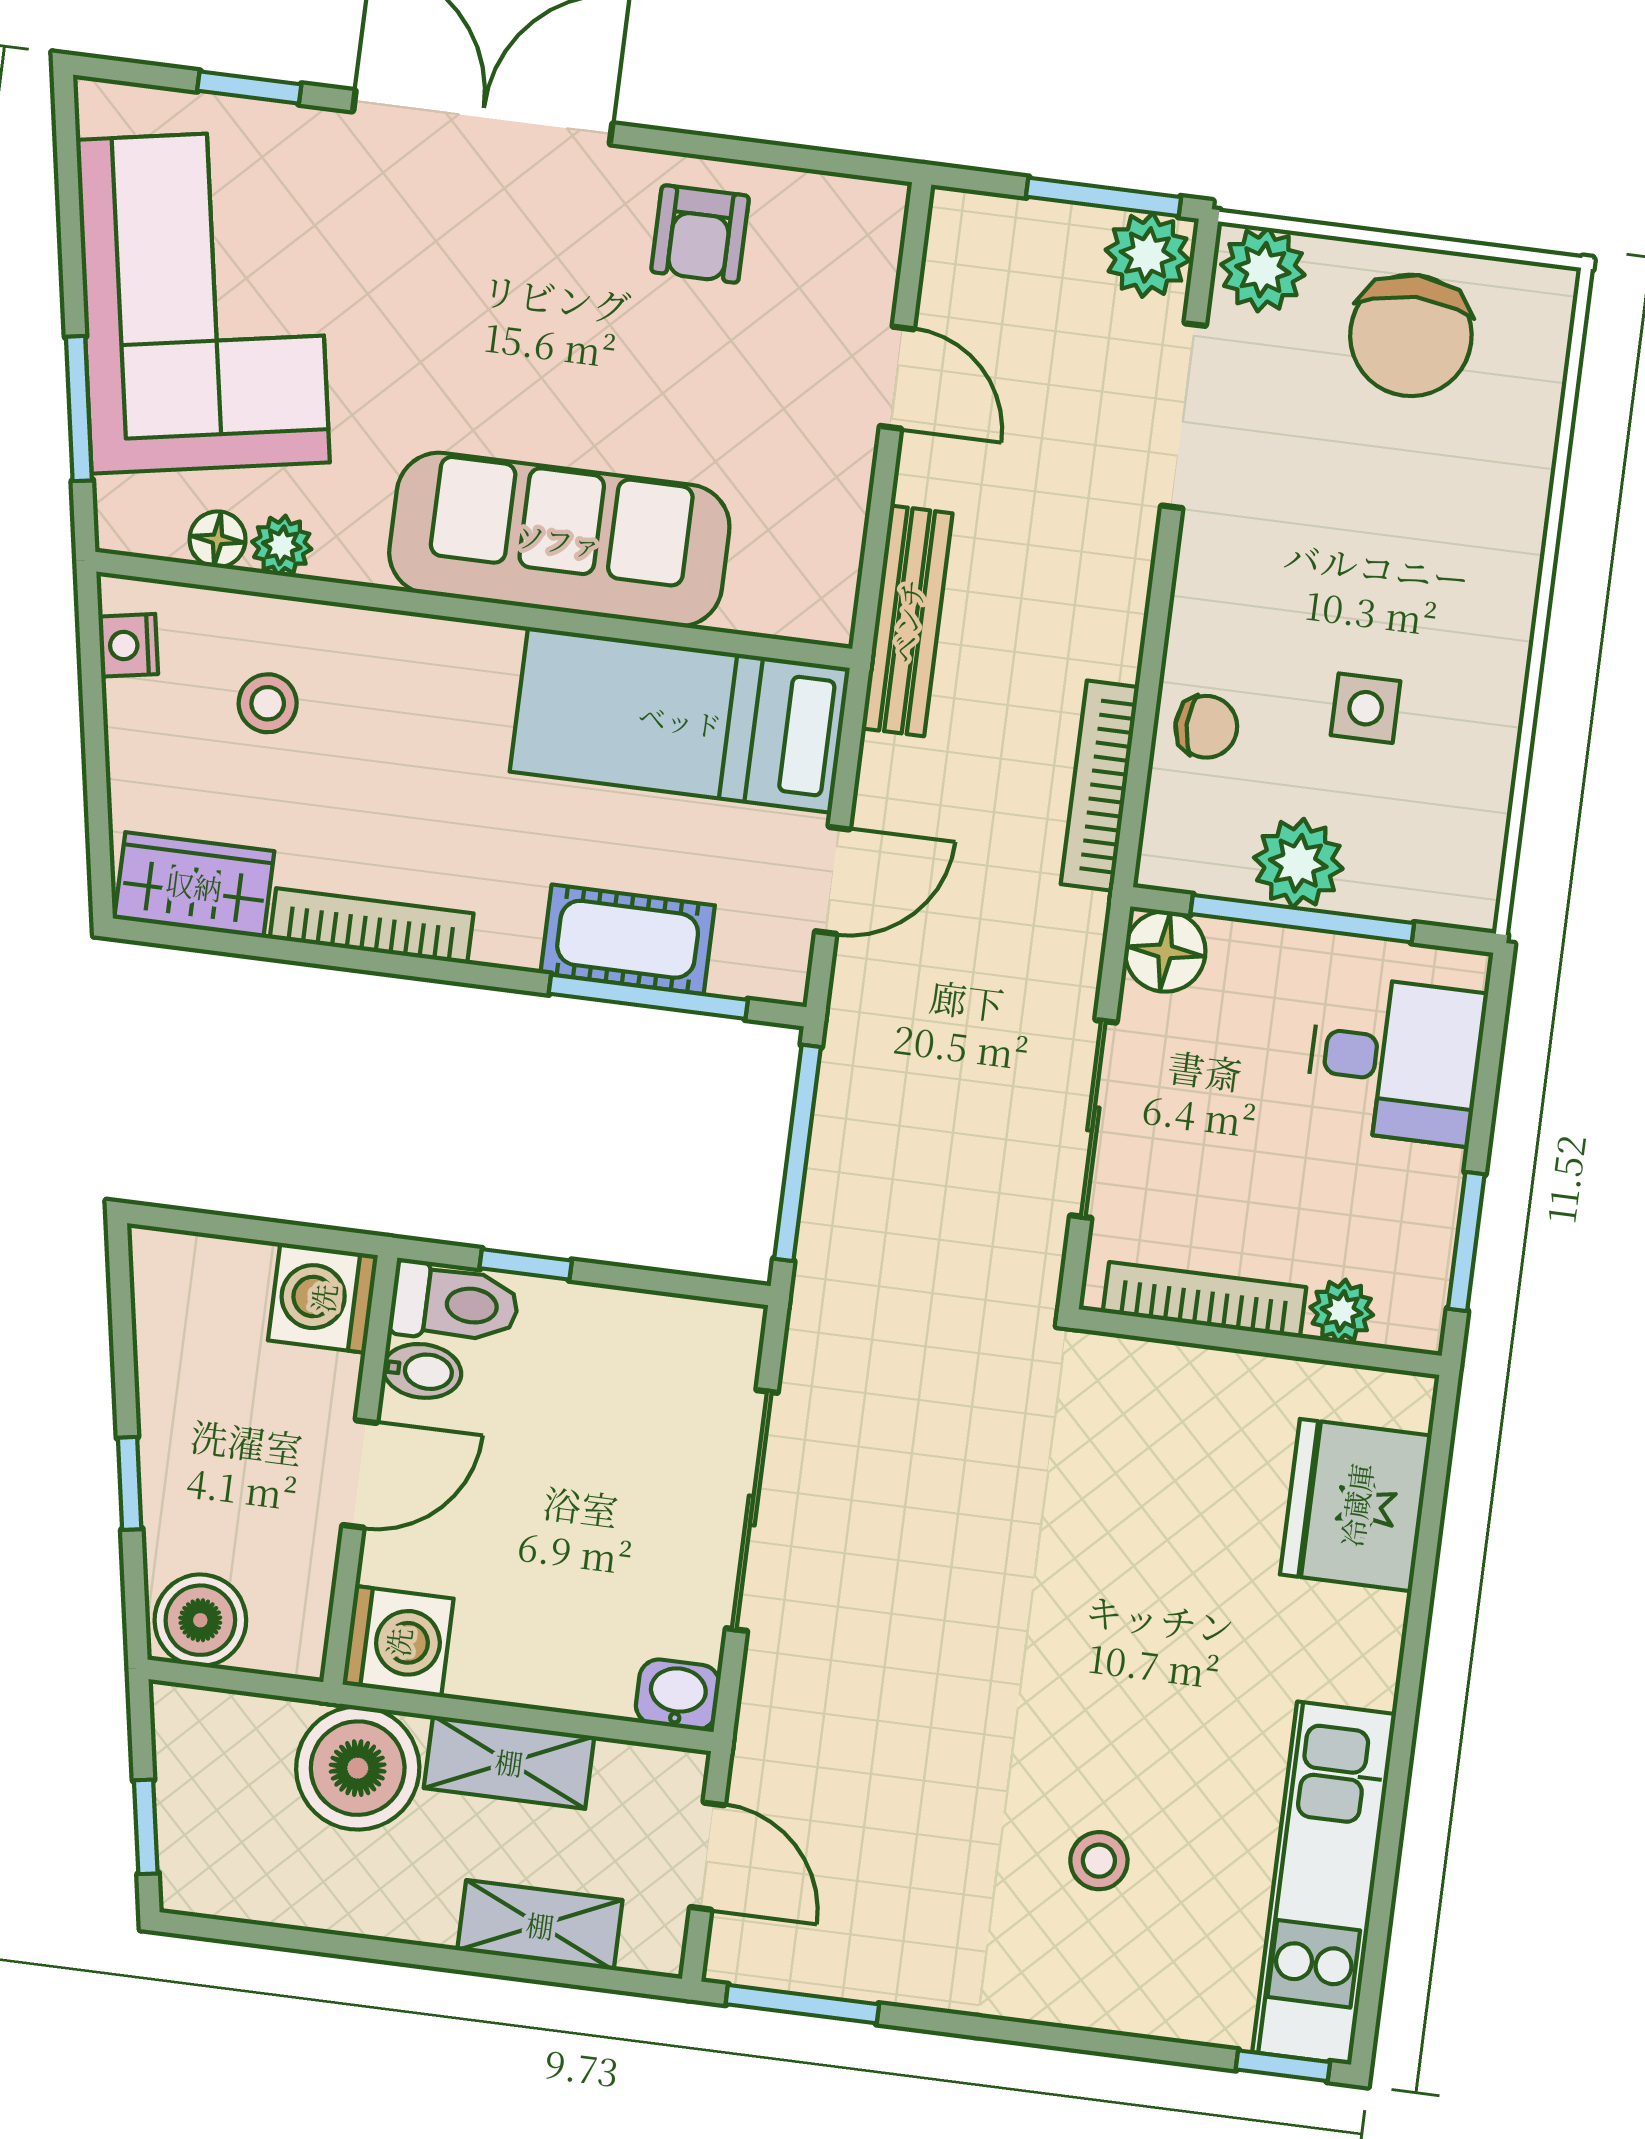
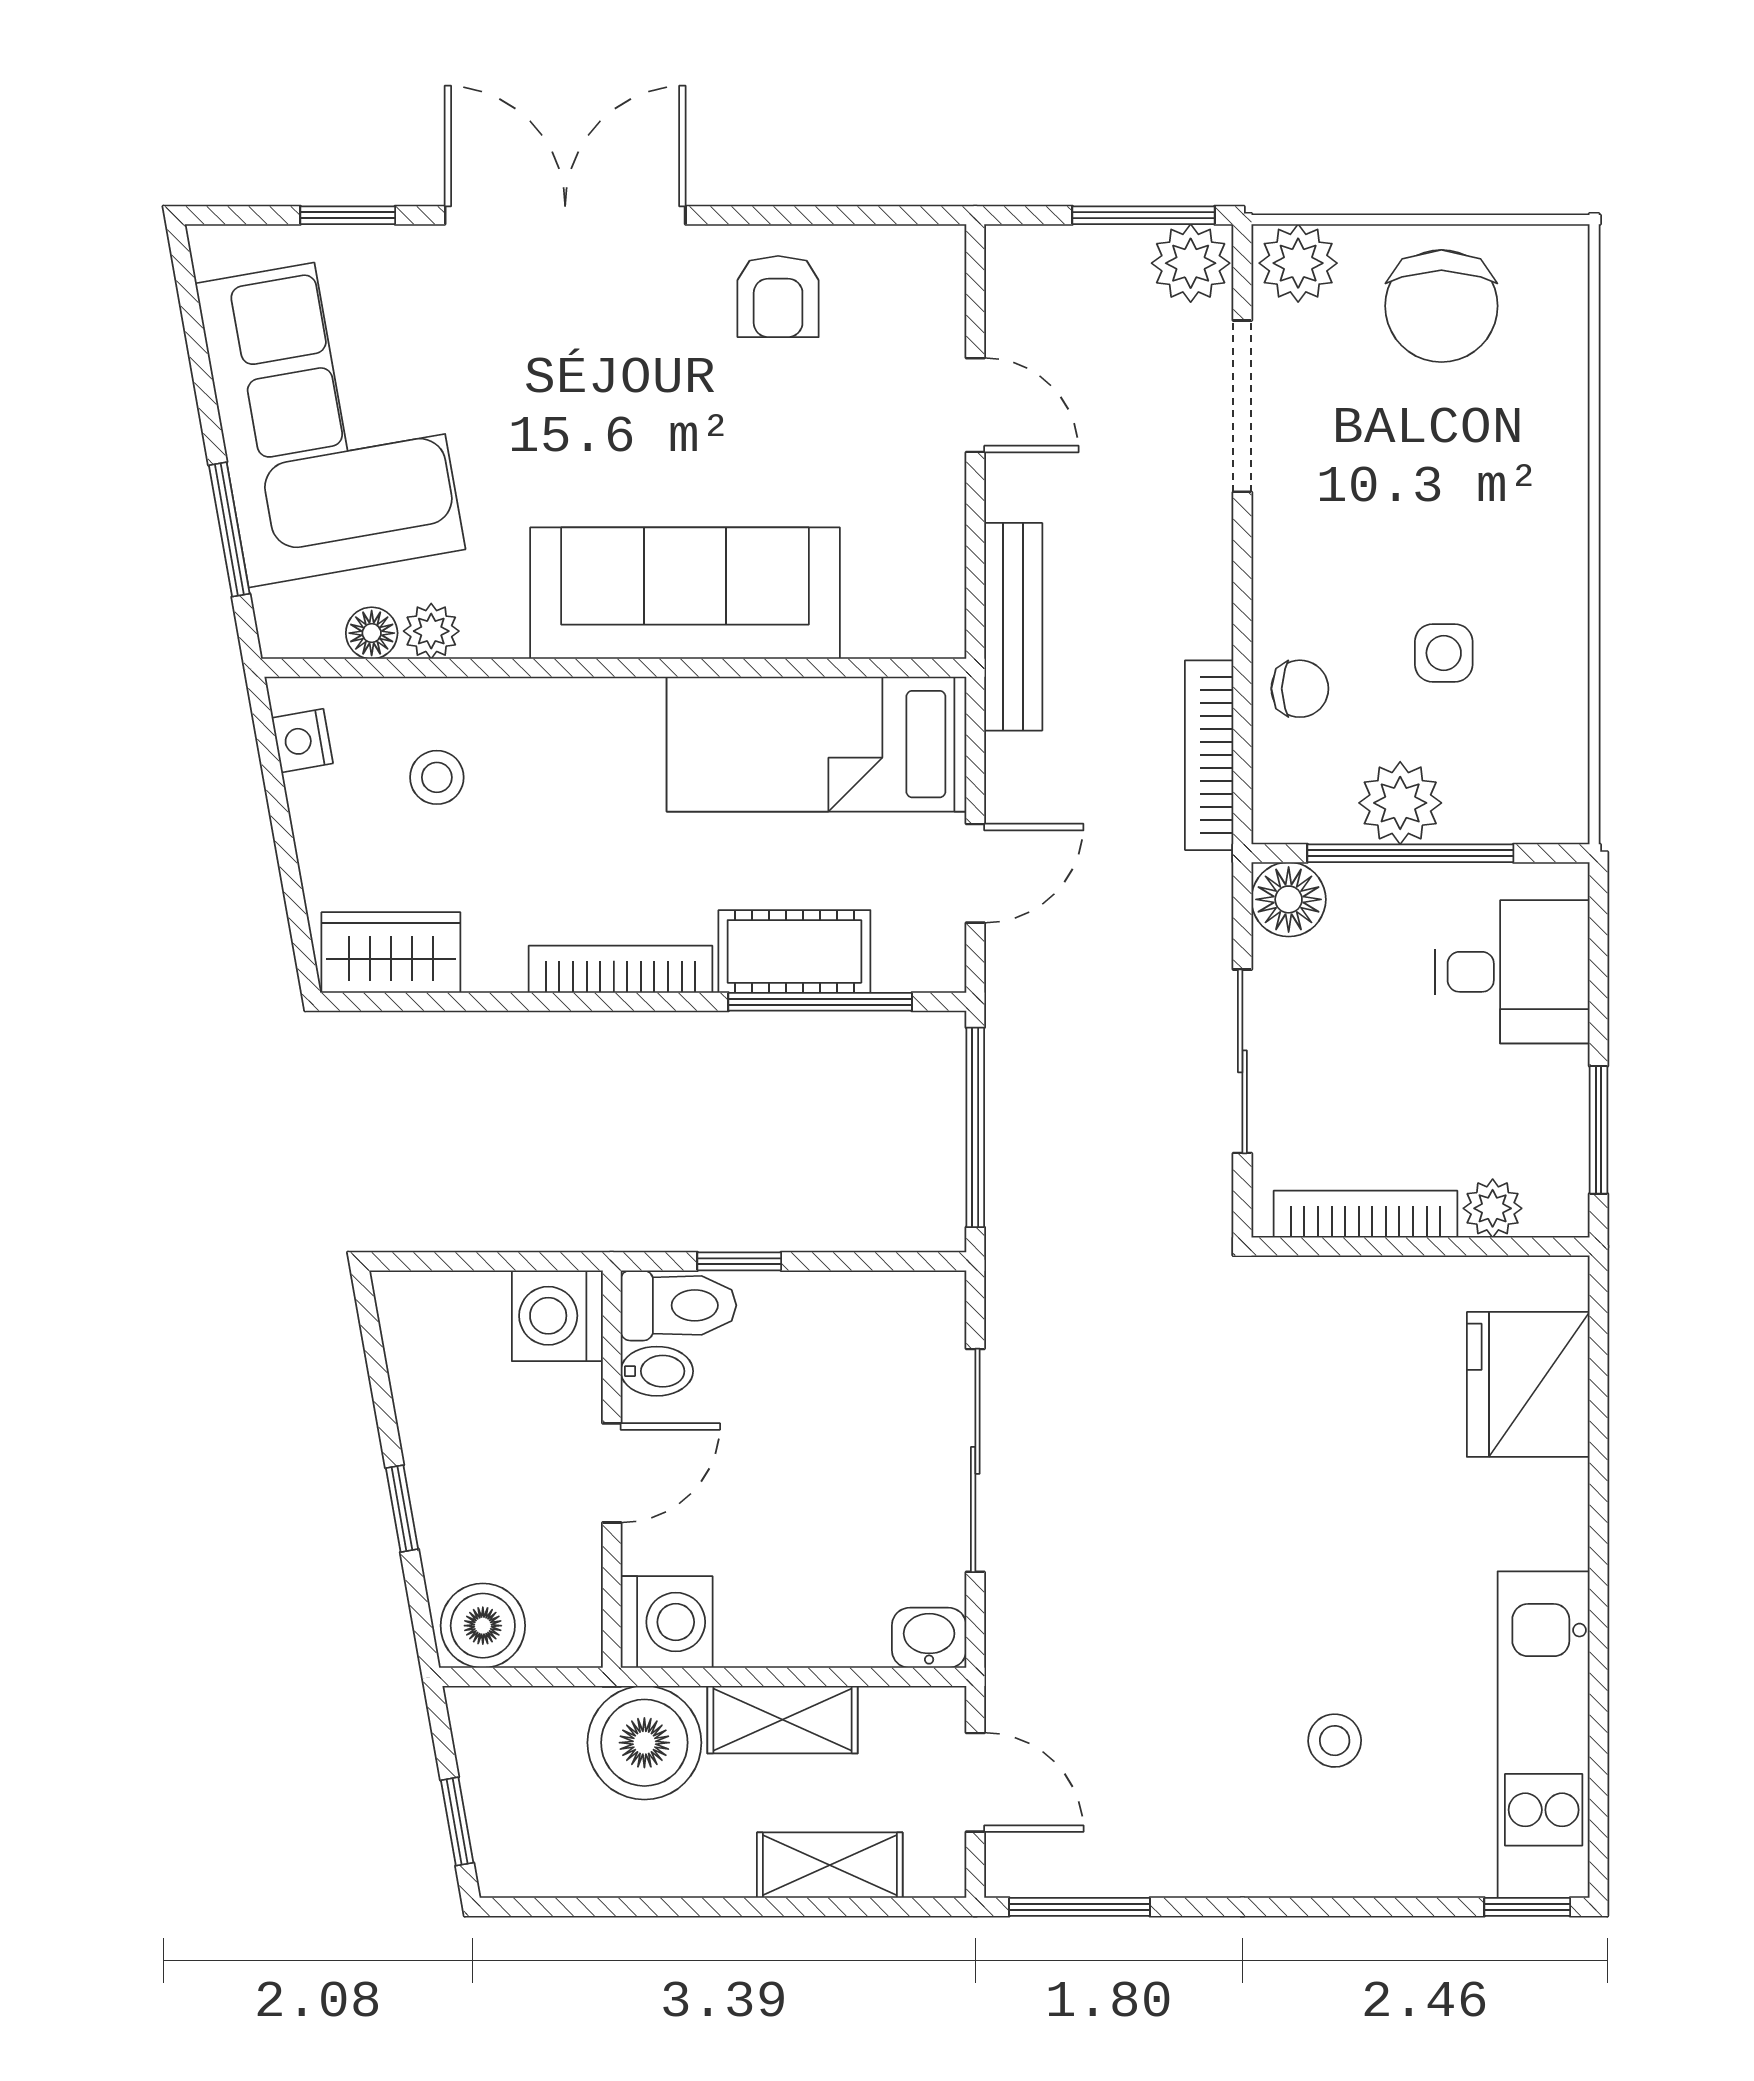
bookcase: (372, 926) -> (621, 969), moved

